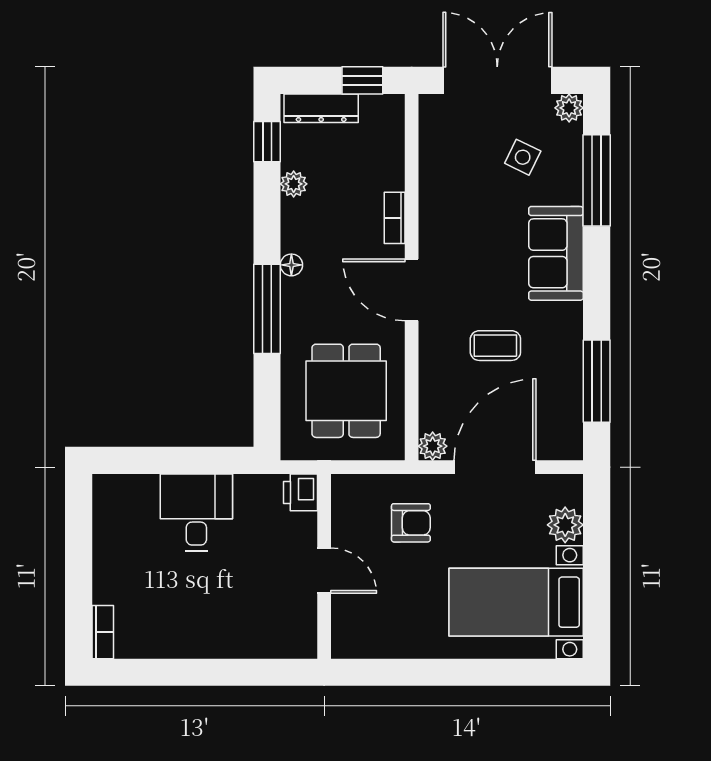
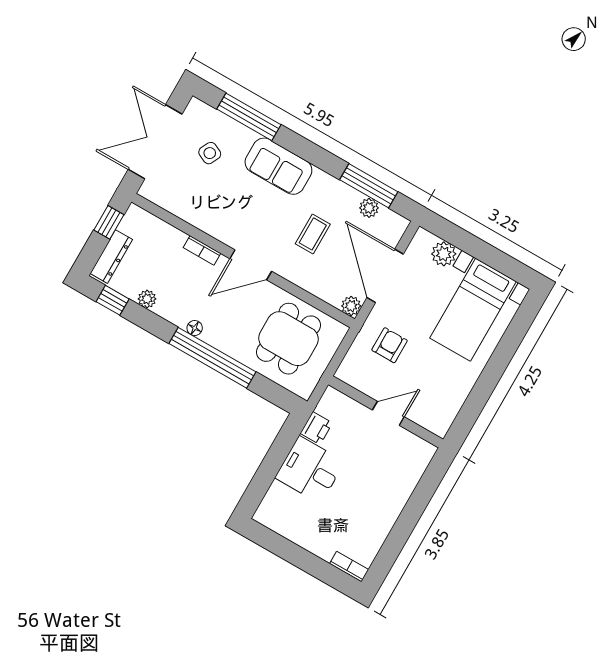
plant: (569, 108) -> (369, 208), moved
window: (267, 309) -> (212, 358), width x1.46
dining table: (346, 391) -> (288, 339), turned 90
printer: (301, 492) -> (316, 428), moved, turned -90

